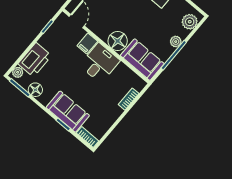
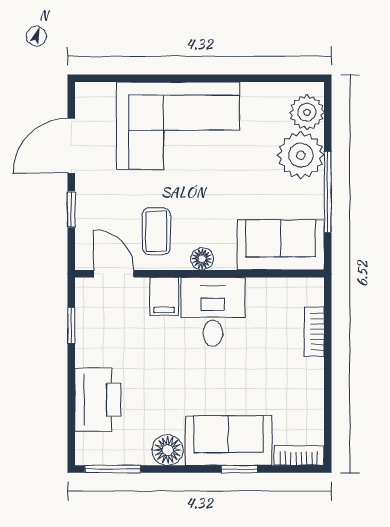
coffee table: (104, 19) -> (156, 231), added
floor lamp: (118, 41) -> (202, 259), width x0.53, depth x0.53
plant: (176, 42) -> (301, 155), width x1.88, depth x1.88
plant: (18, 72) -> (87, 446), removed
floor lamp: (35, 90) -> (168, 450), moved

